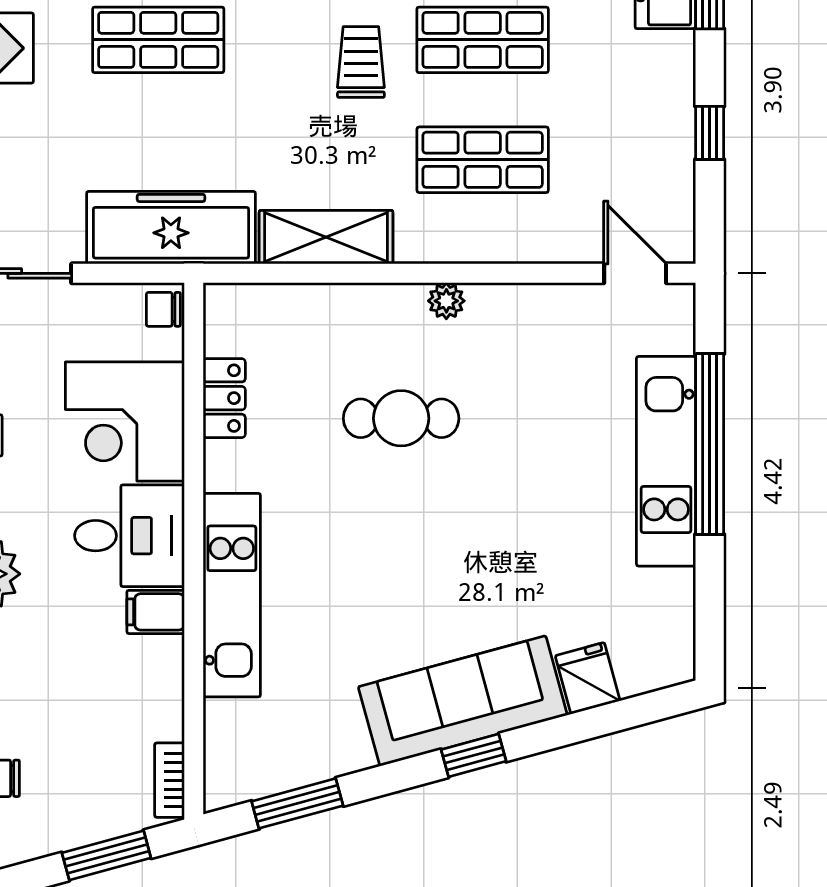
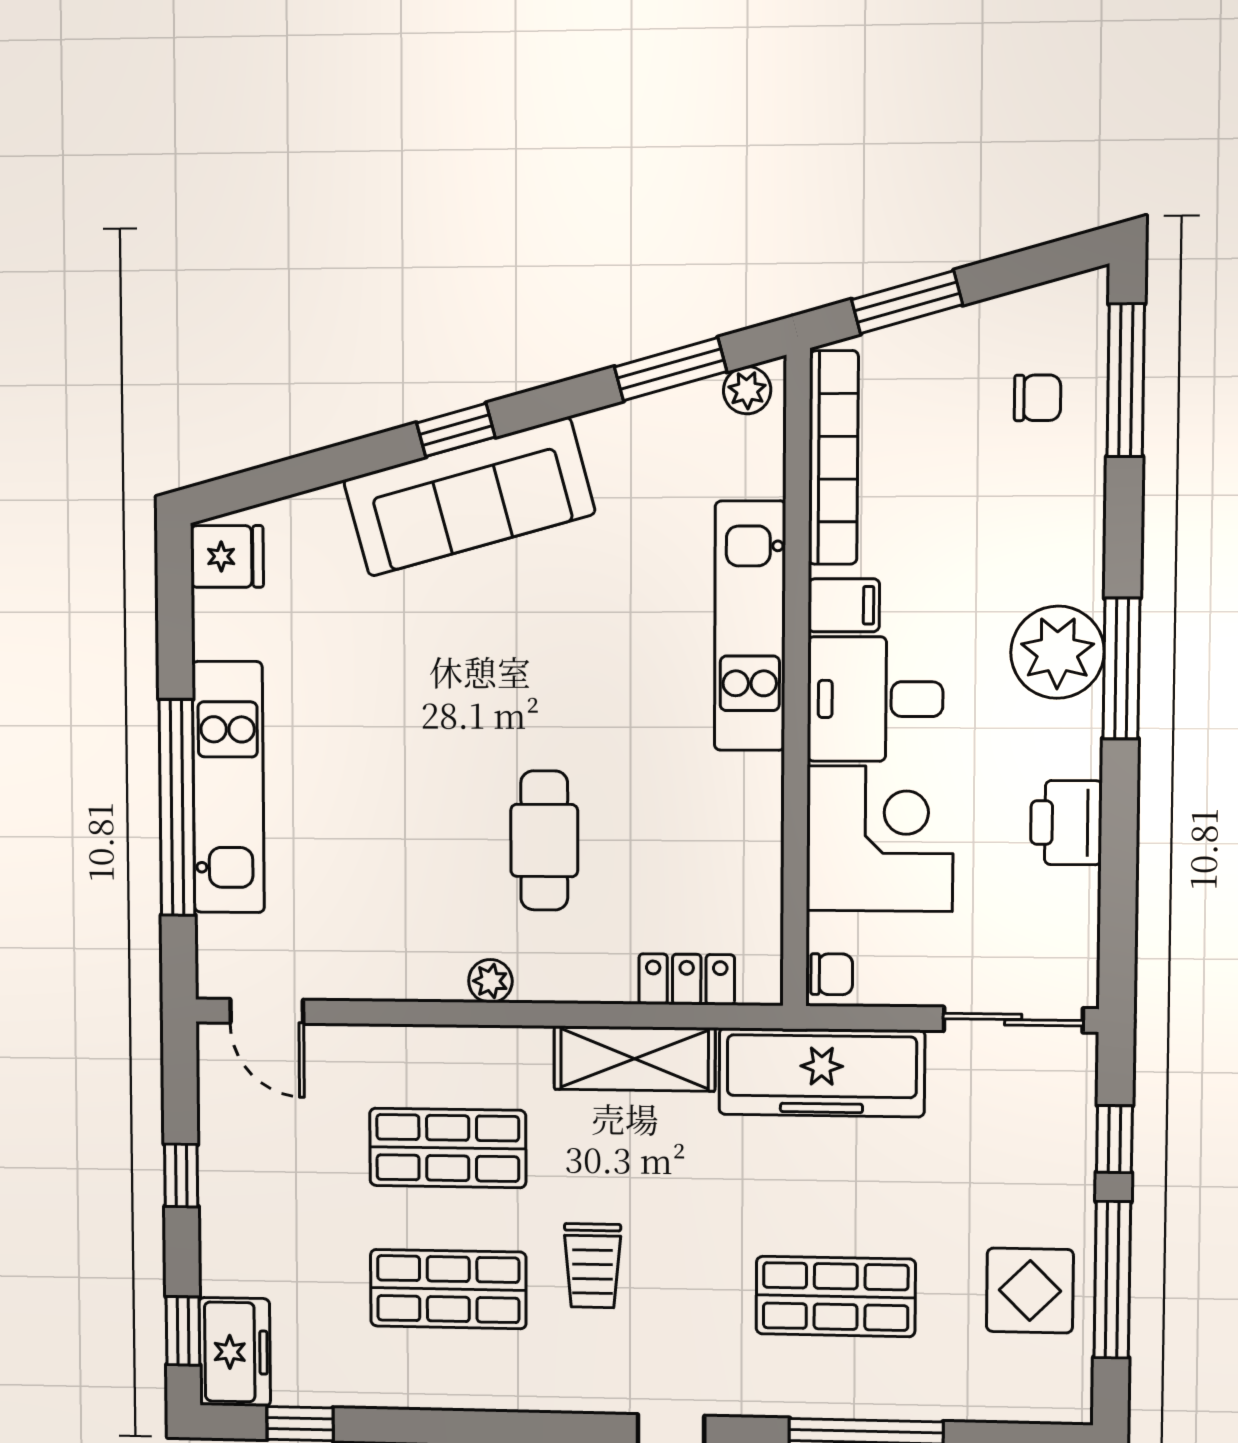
locker: (224, 398) -> (687, 979), moved, turned 90
cafe table: (401, 418) -> (544, 840), turned 90
fridge: (588, 678) -> (227, 556), moved, turned -75
bookcase: (170, 780) -> (833, 458), width x2.31, depth x1.31
plant: (235, 786) -> (747, 390), added

